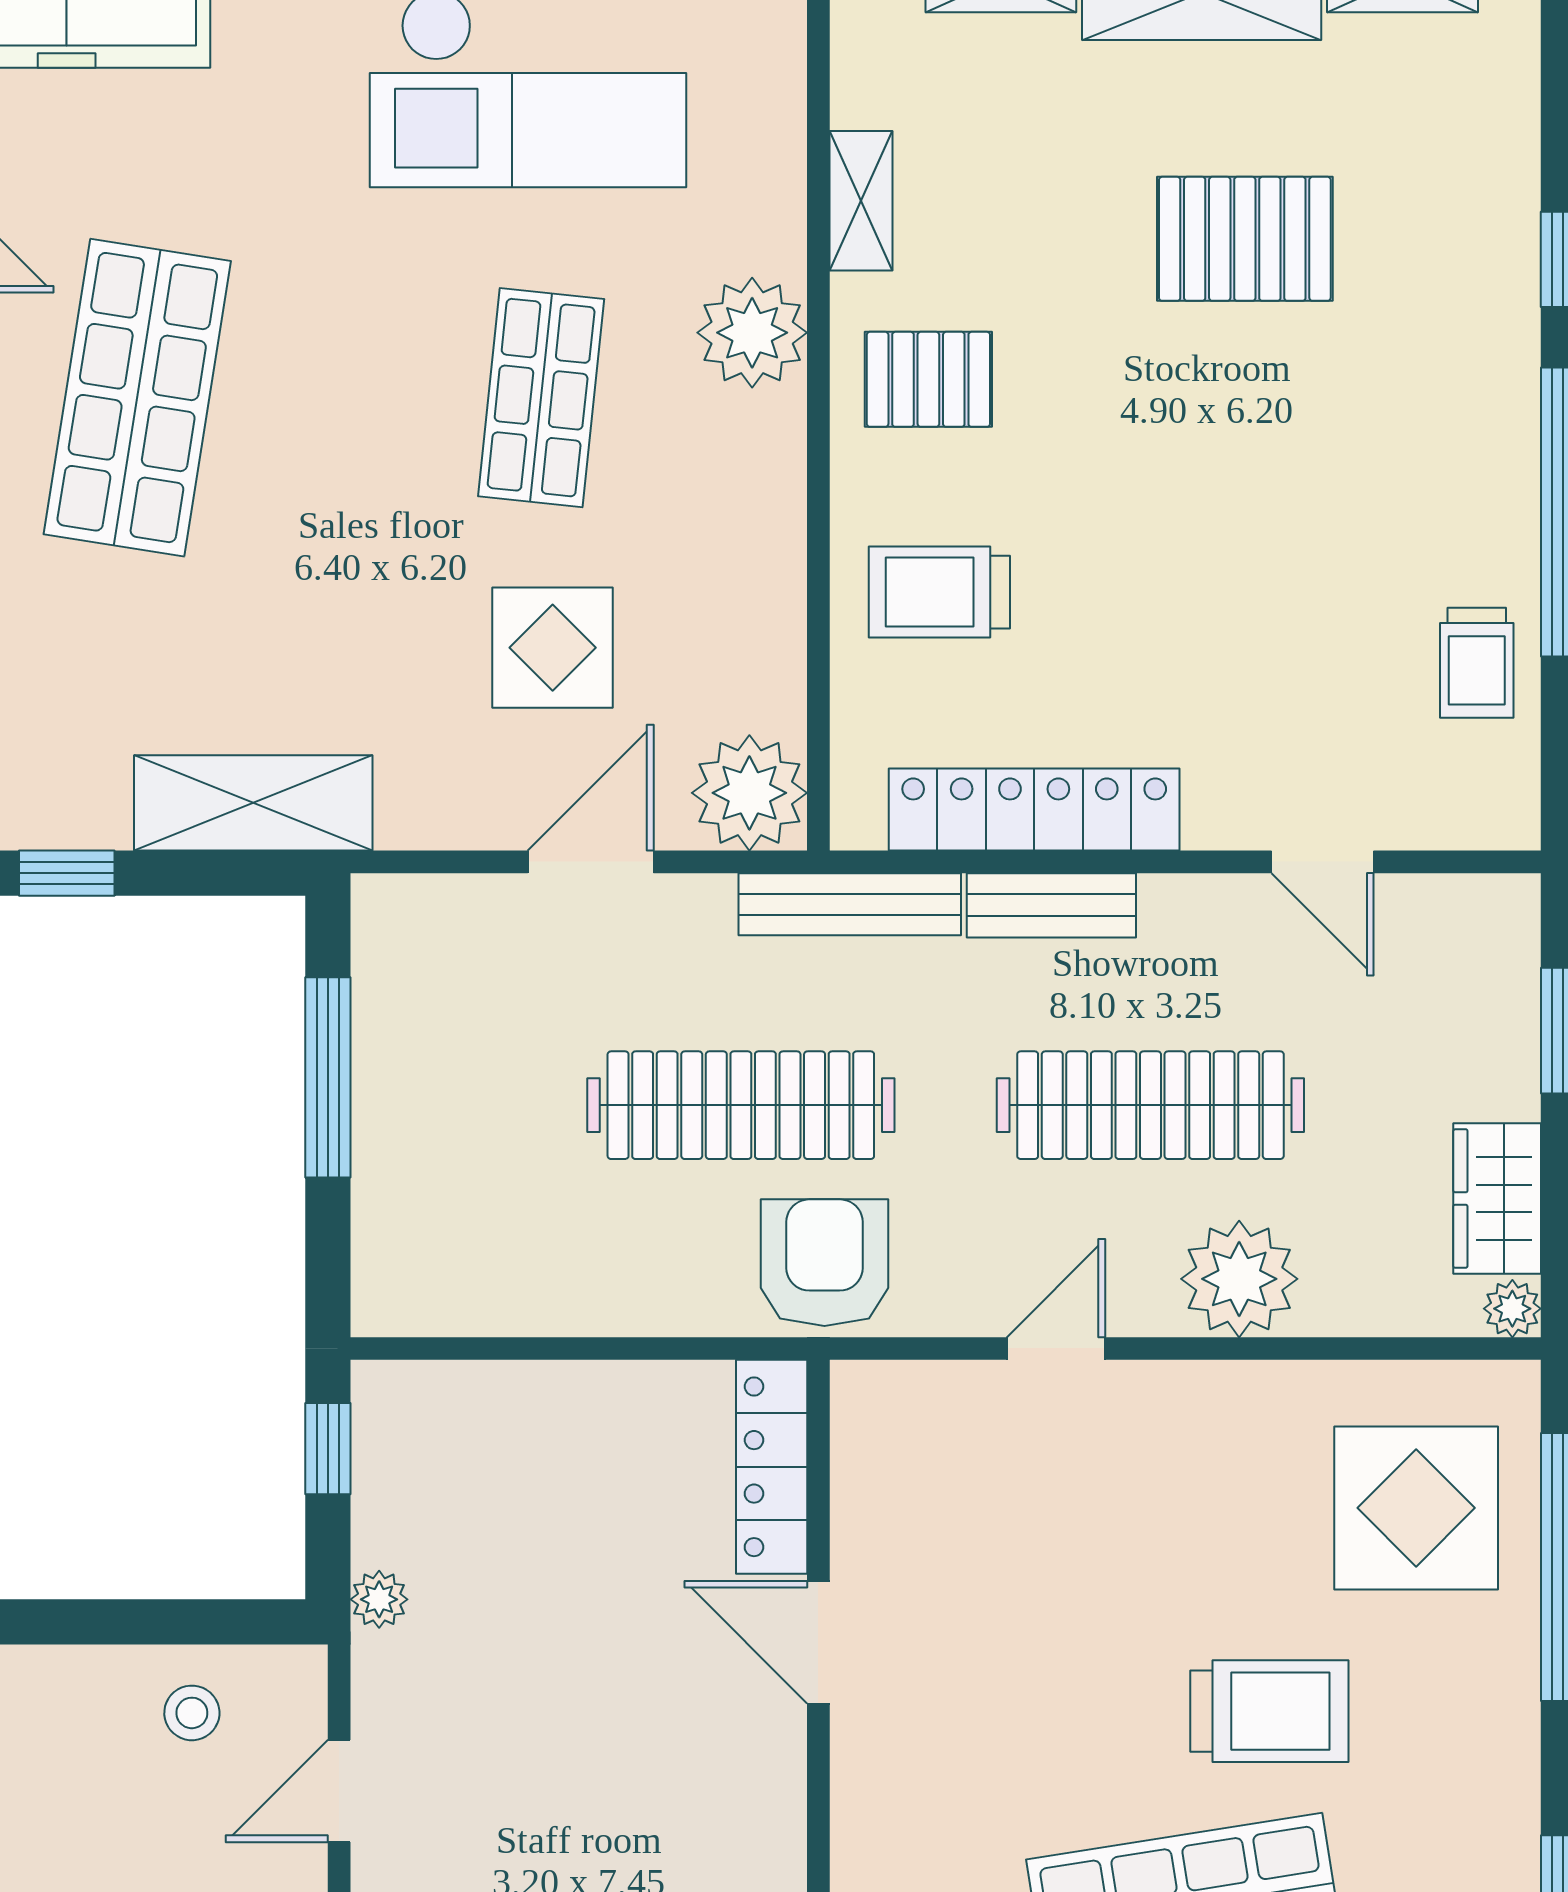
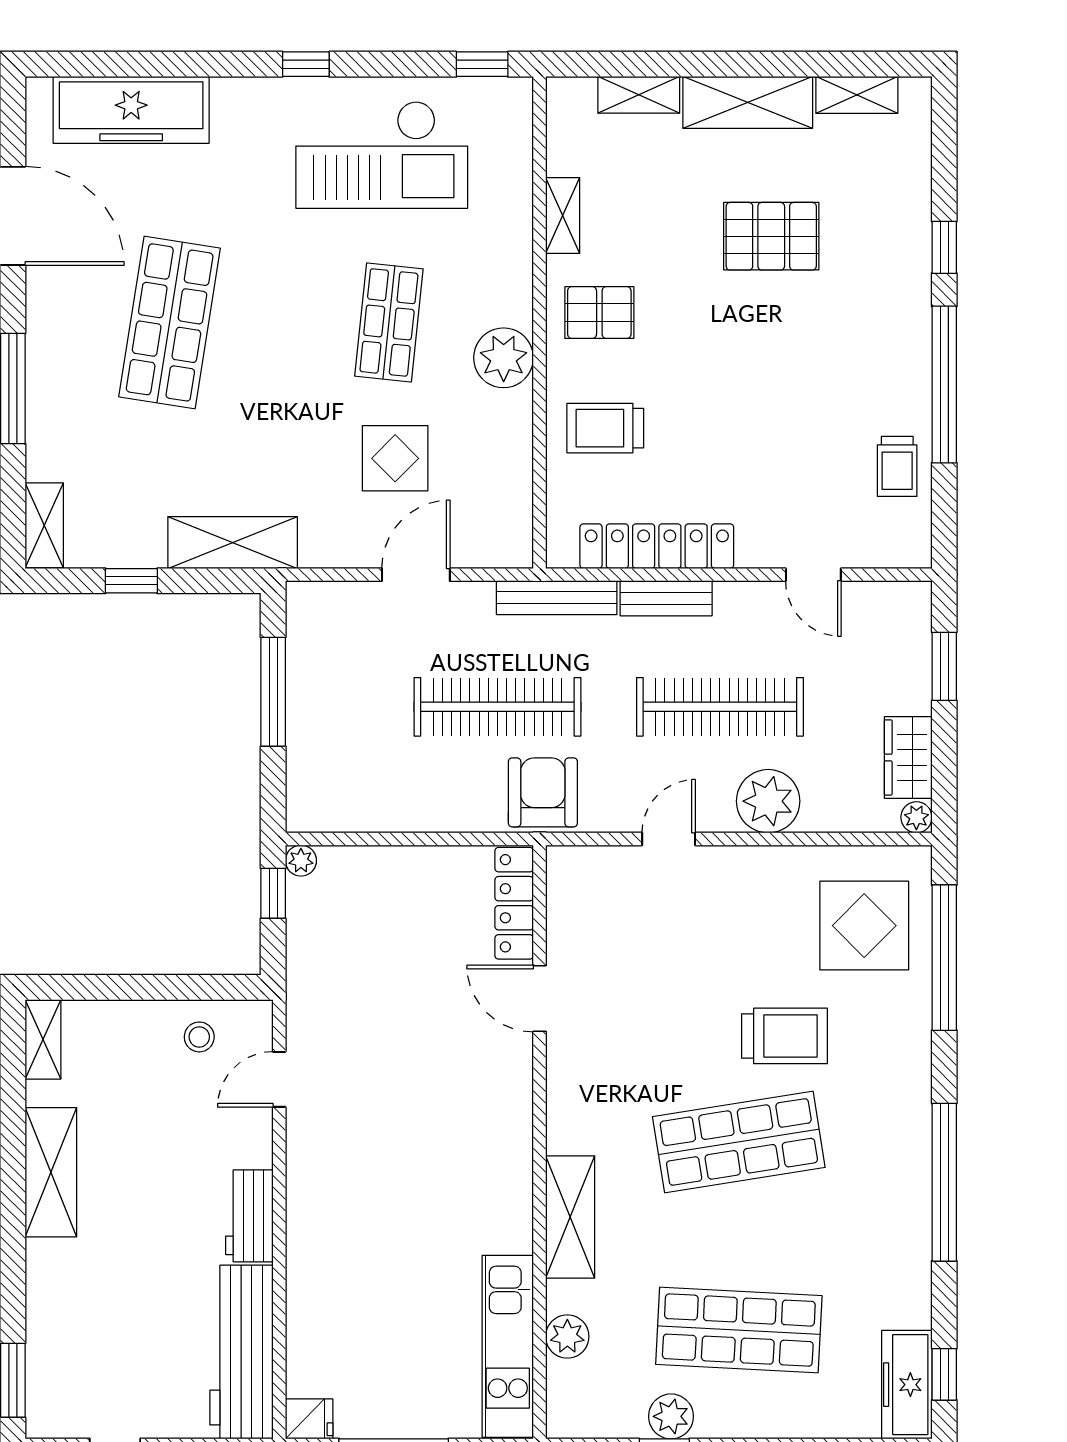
plant: (752, 333) -> (504, 358), moved
plant: (749, 793) -> (502, 537), removed
plant: (379, 1599) -> (301, 861), moved

